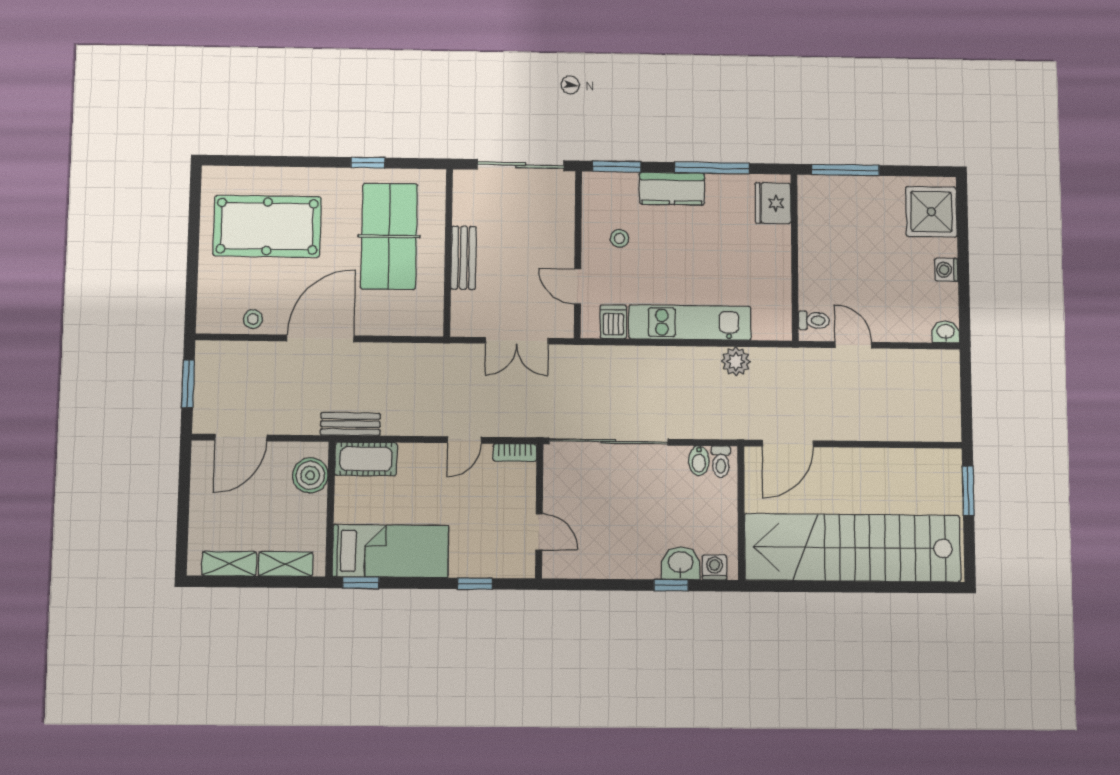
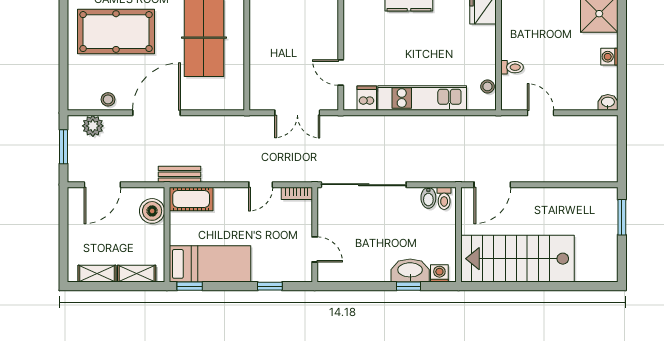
stool: (619, 238) -> (487, 86), moved
bench: (464, 258) -> (258, 53), removed
toilet: (814, 320) -> (512, 67), moved
plant: (736, 361) -> (93, 126), moved
stairs: (853, 548) -> (517, 259), width x0.73
washbasin: (681, 563) -> (410, 271), width x1.38

